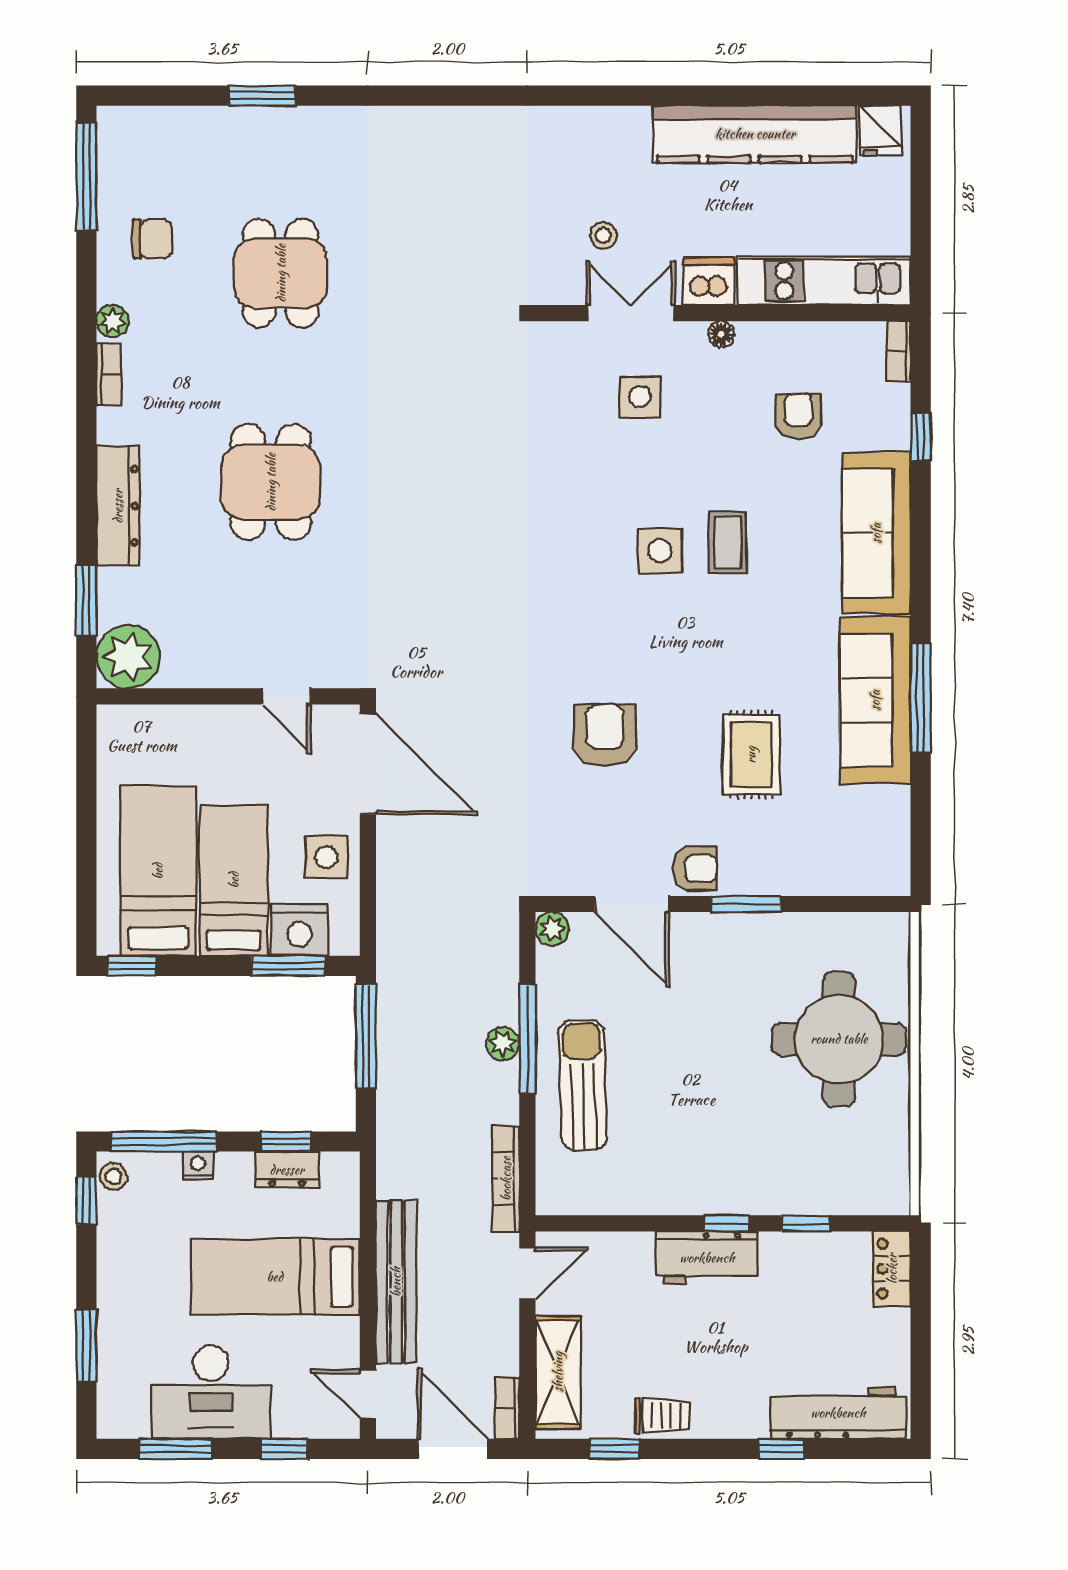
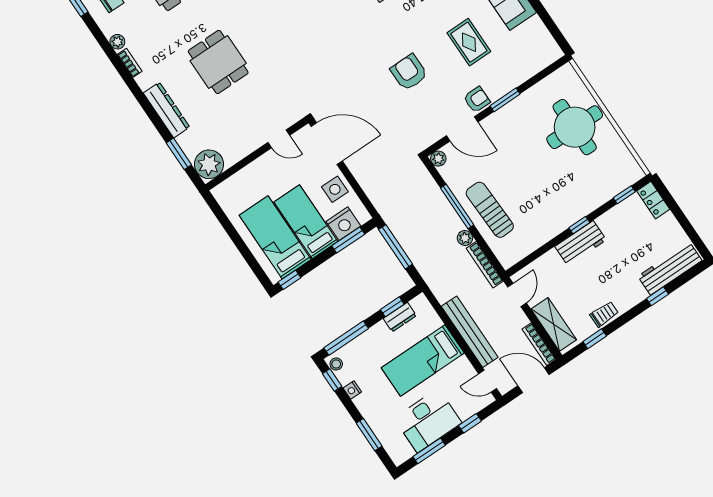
plant: (503, 1043) -> (465, 238), moved
nightstand: (198, 1166) -> (352, 390), moved, turned -90
window: (805, 1223) -> (624, 195), moved
bookcase: (507, 1408) -> (539, 344), width x1.56

